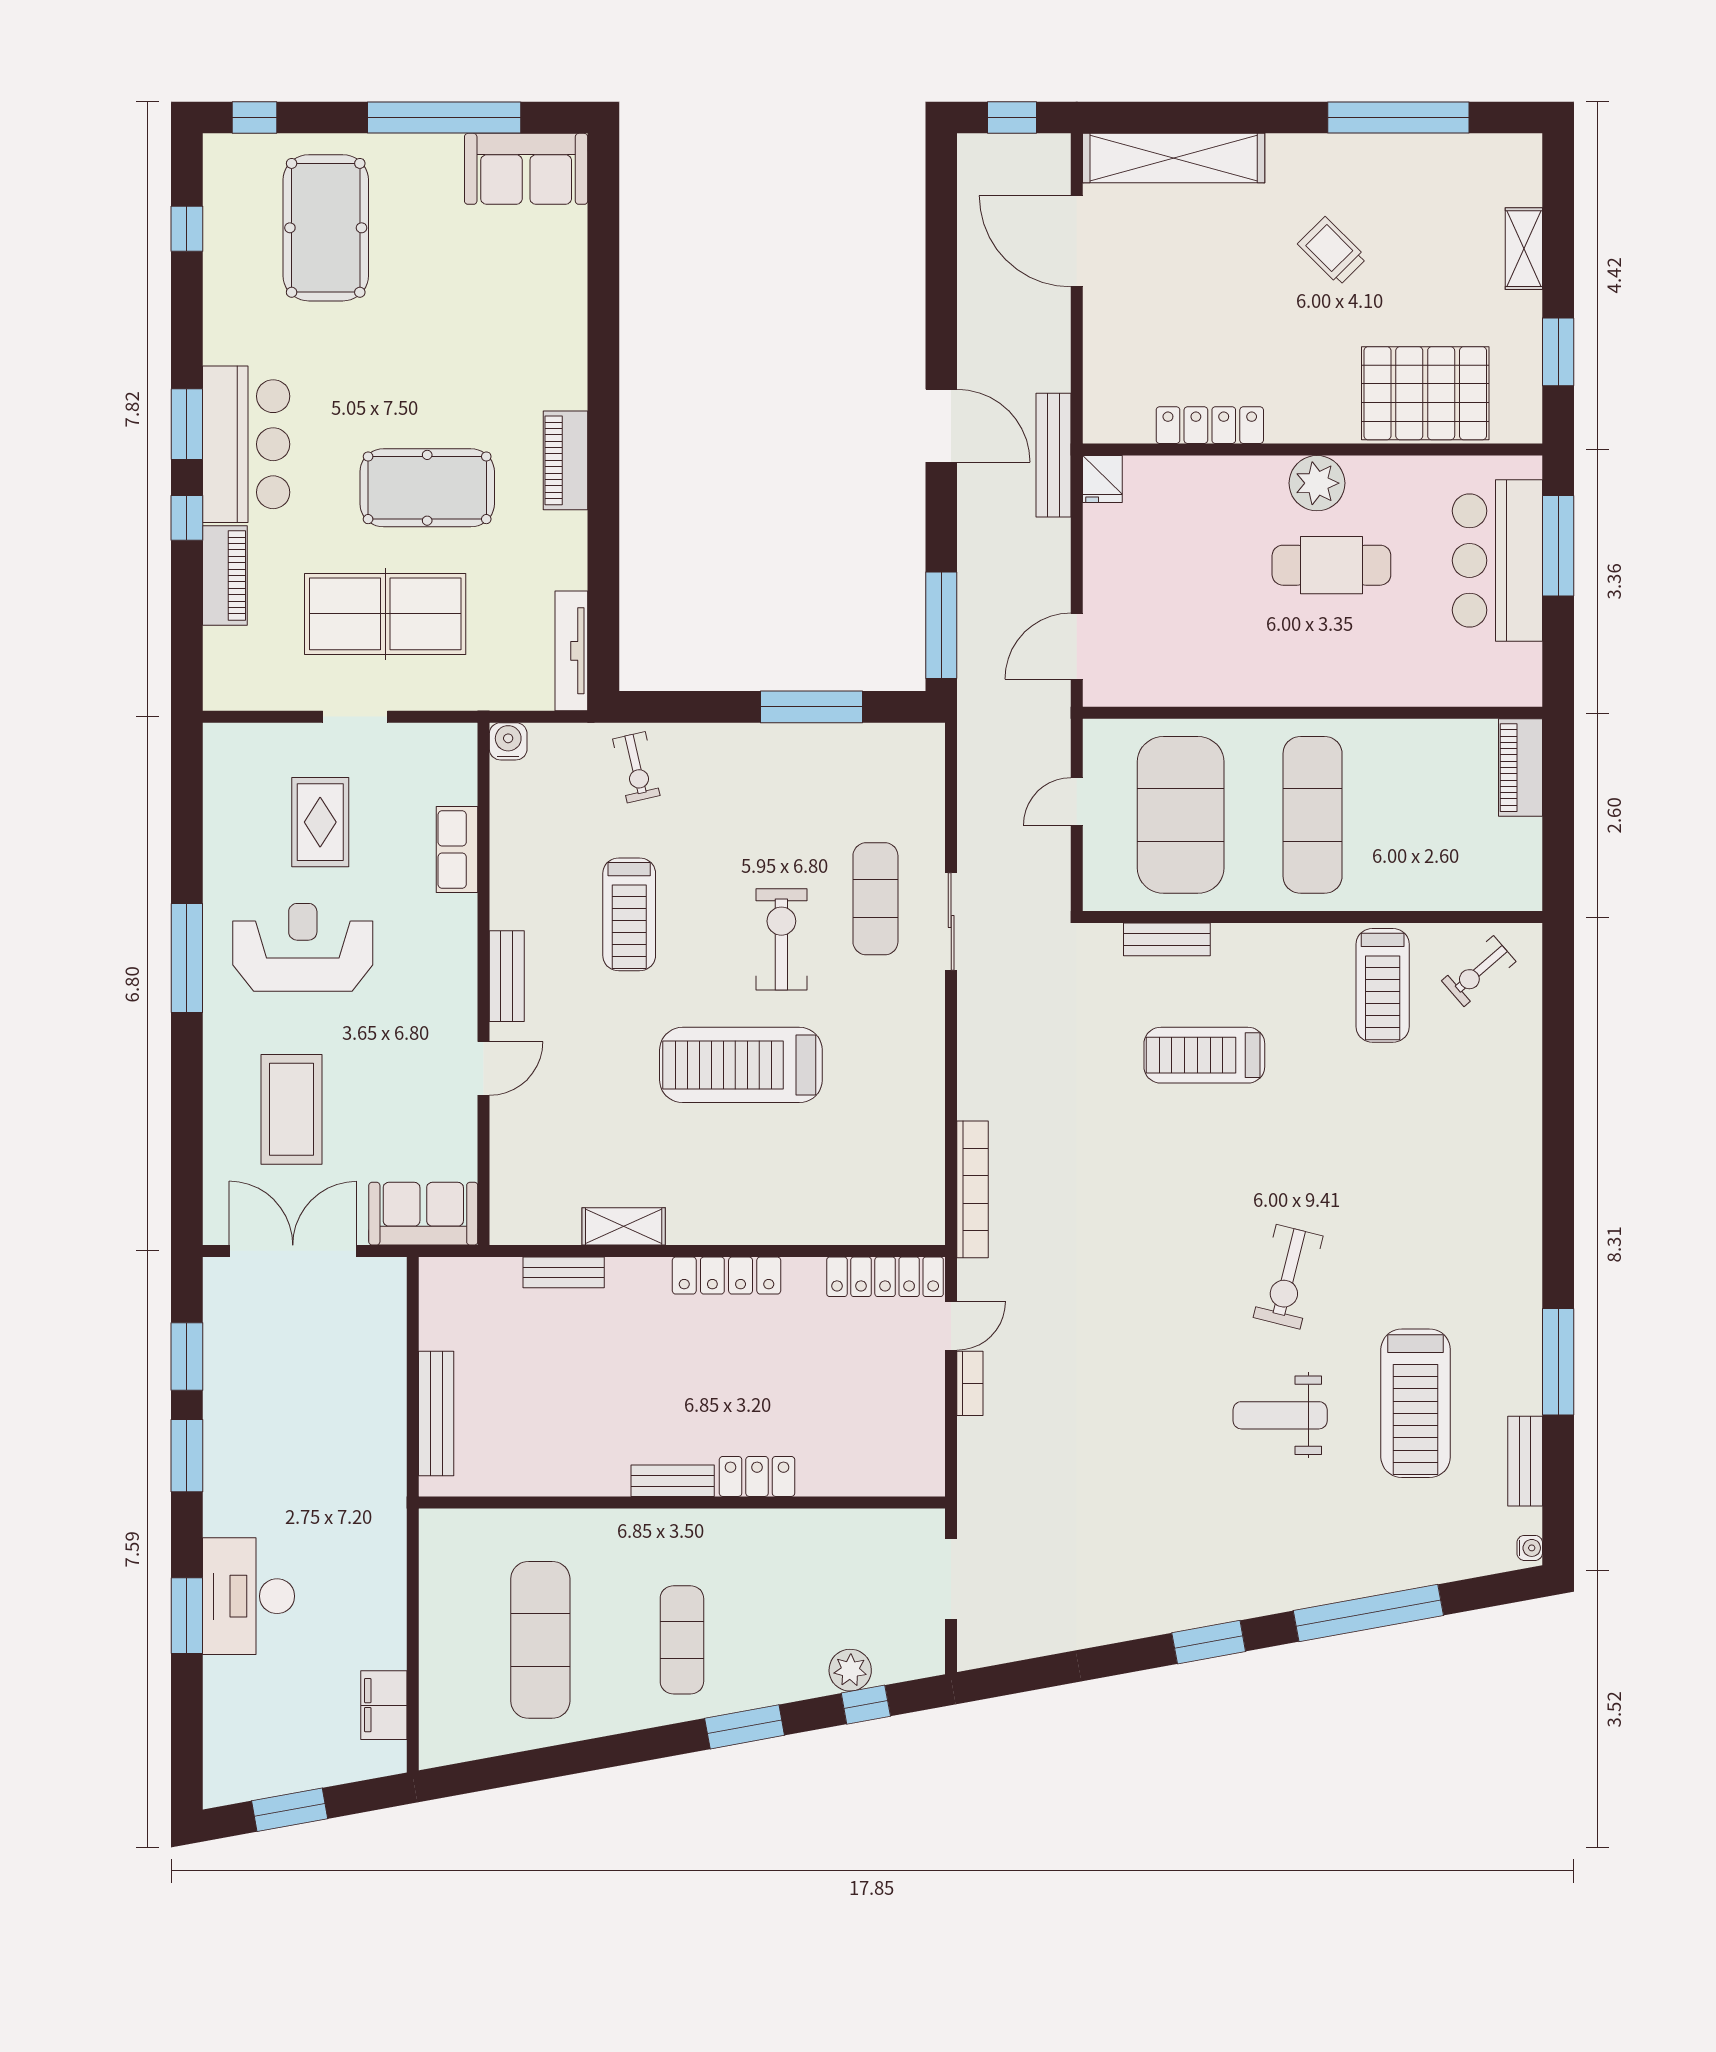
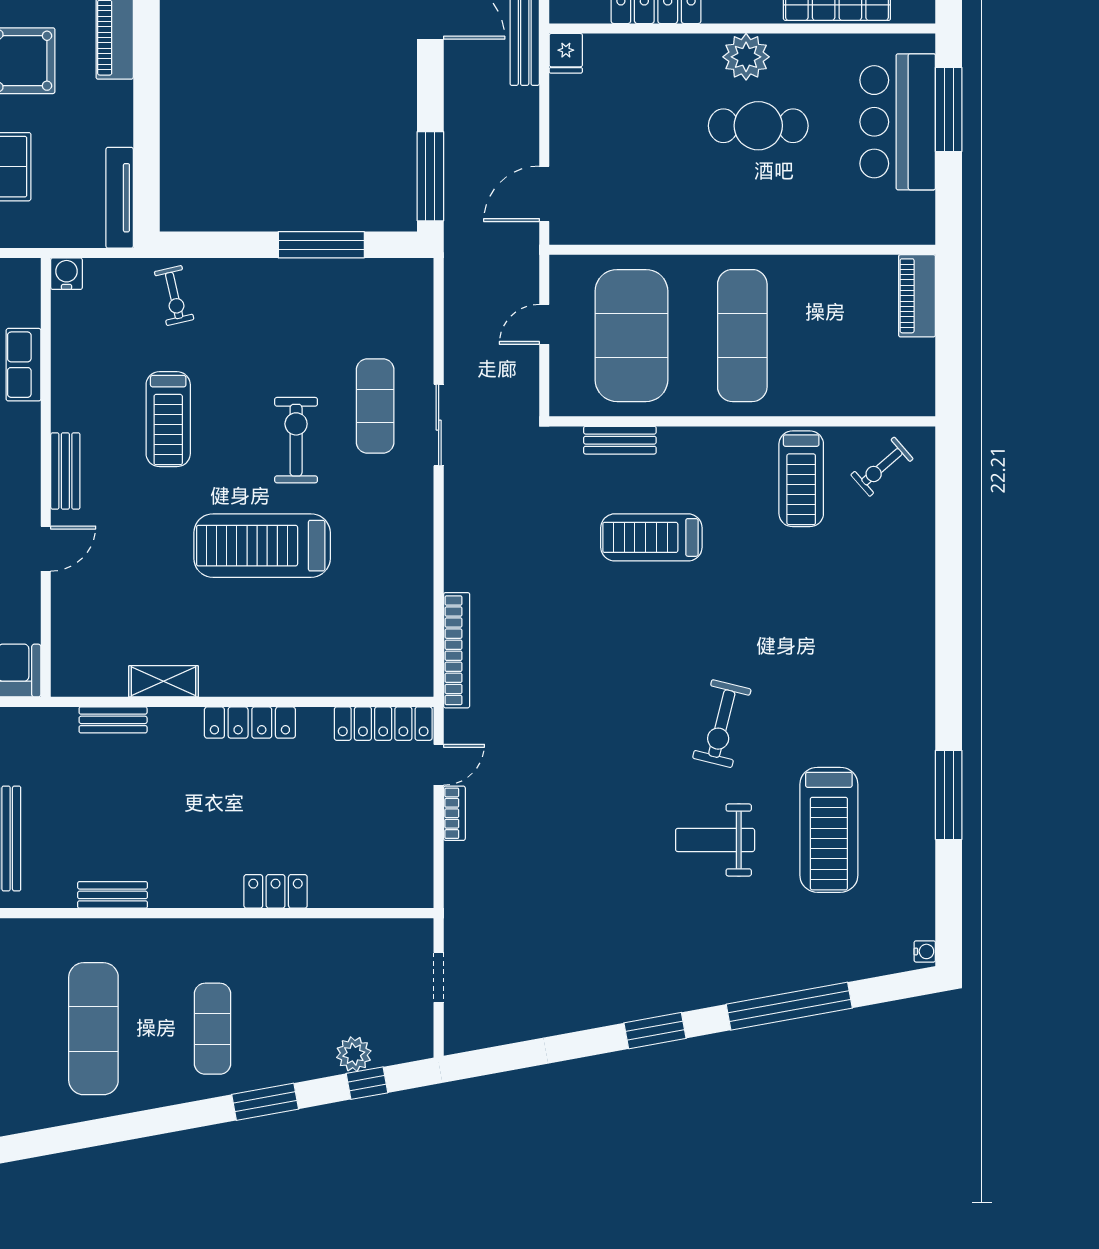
bench: (1525, 1461) -> (921, 878), removed
bench: (673, 1481) -> (113, 895), moved
doorway: (951, 1579) -> (439, 977), width x0.73

